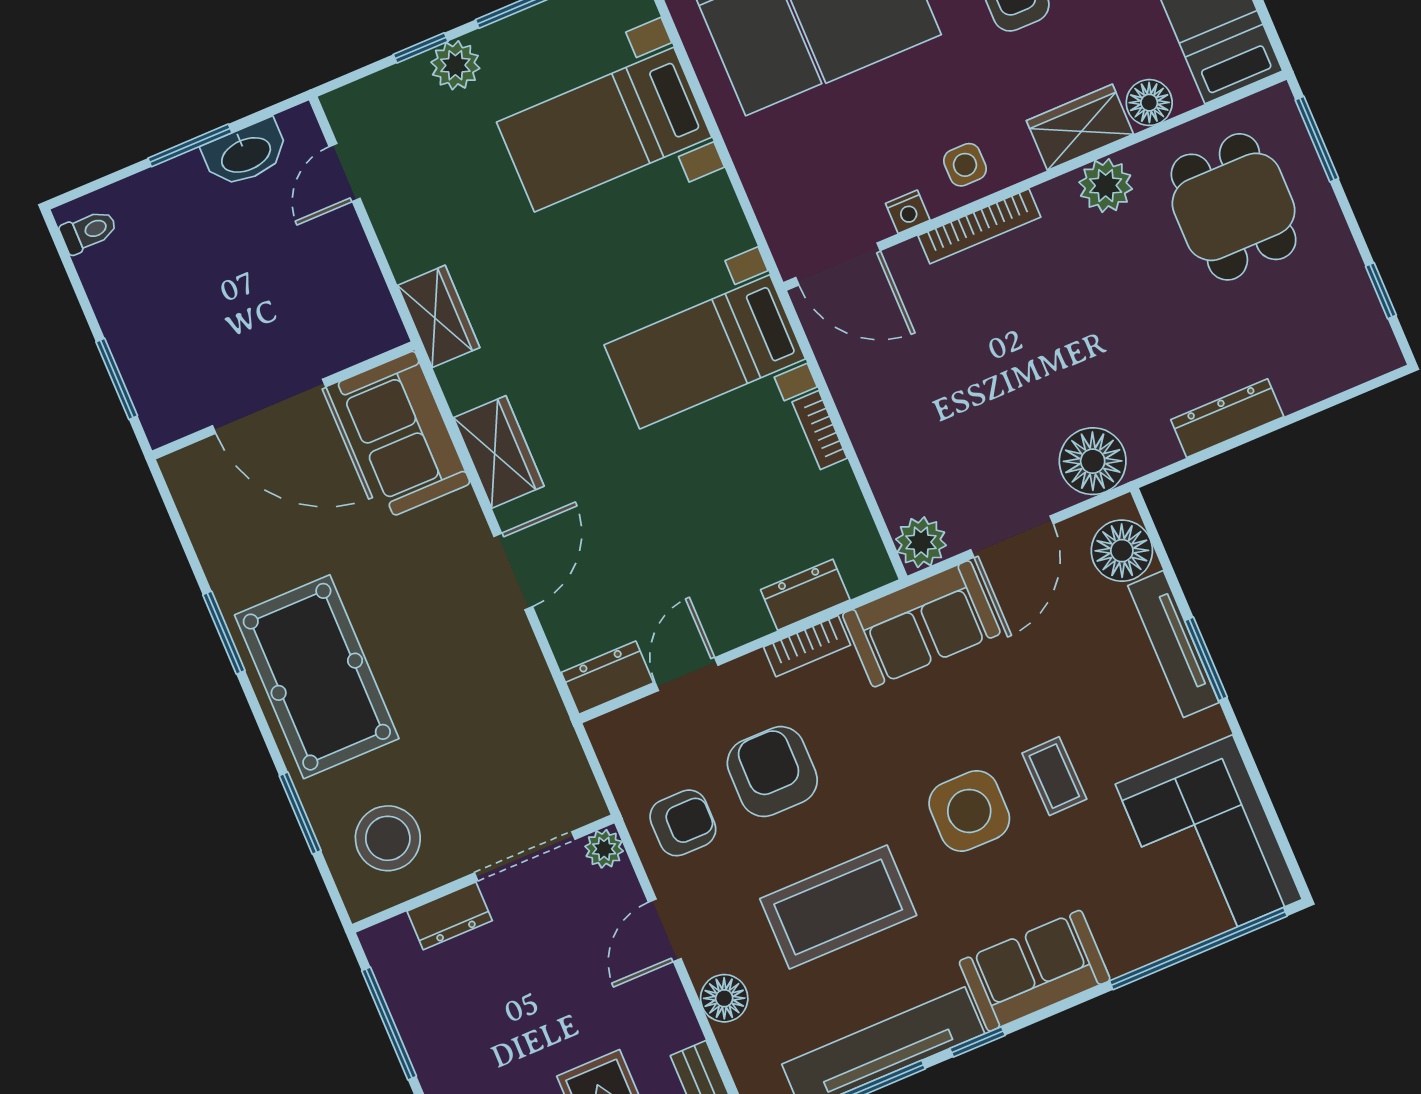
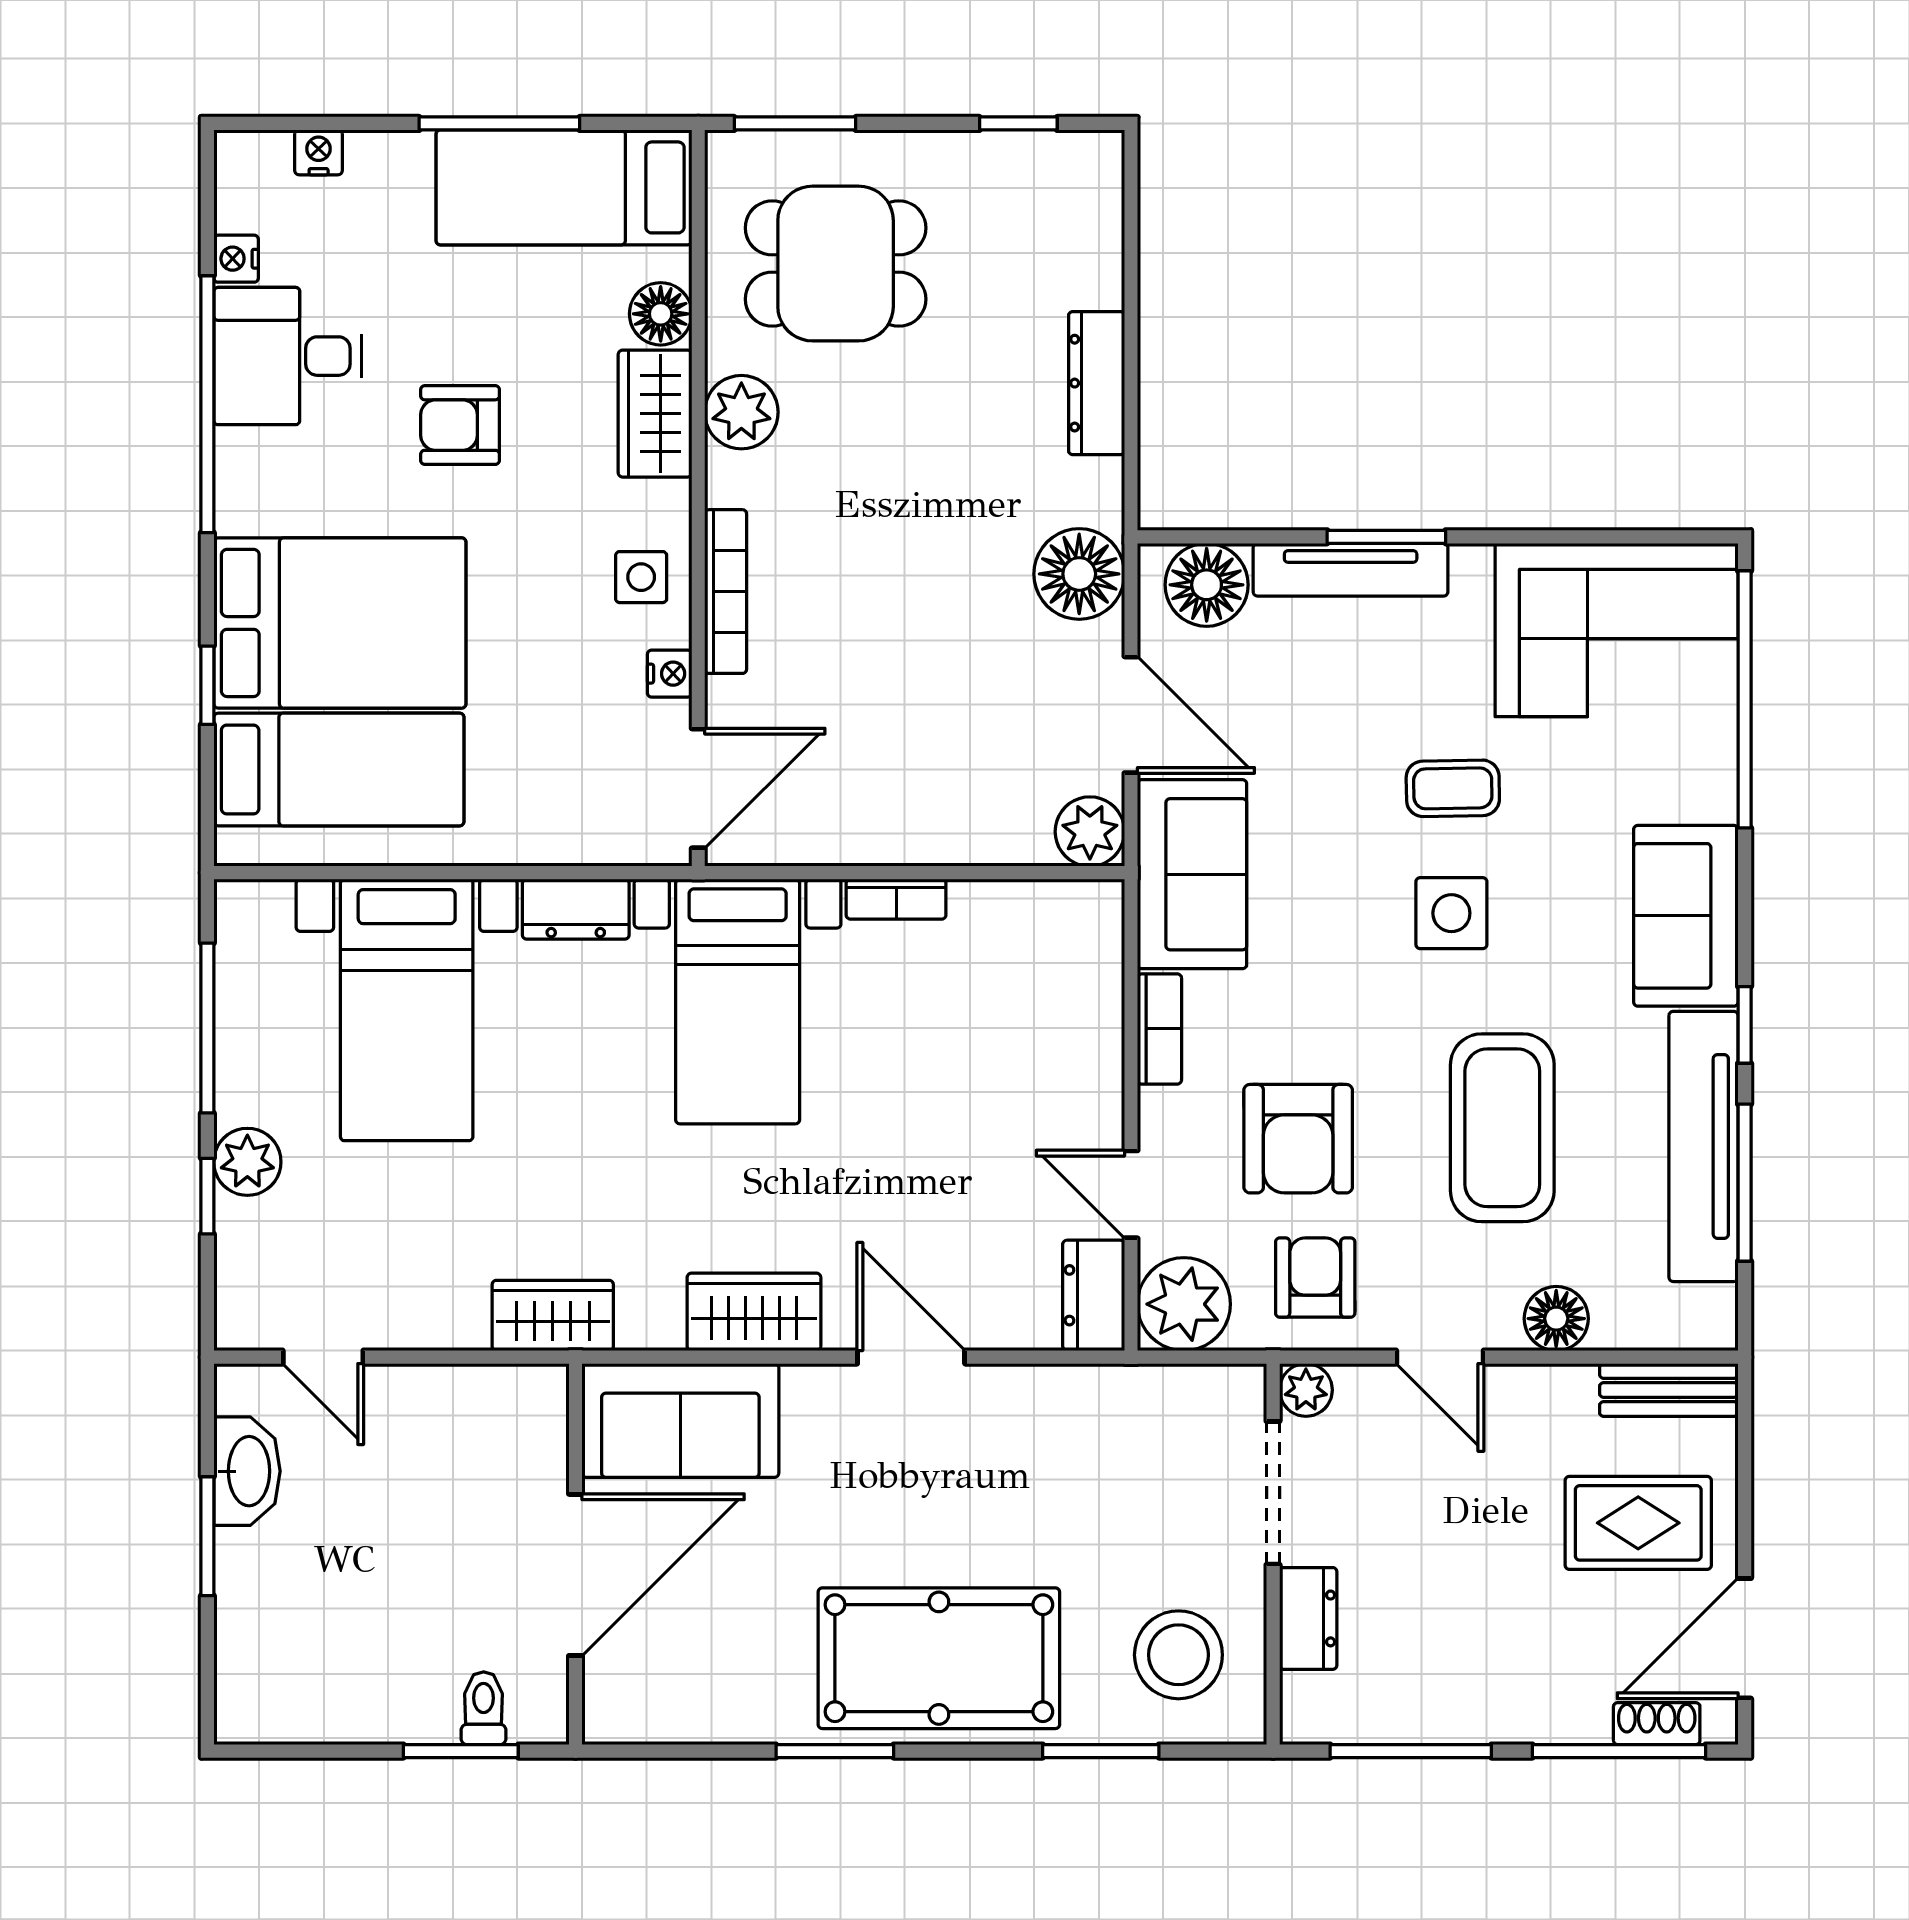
toilet: (89, 231) -> (484, 1708), moved
dresser: (805, 595) -> (576, 909), moved, turned -90
plant: (627, 741) -> (1184, 1304), added
armchair: (772, 772) -> (1298, 1139), turned -90
side table: (969, 811) -> (1451, 913), width x0.73, depth x0.73

